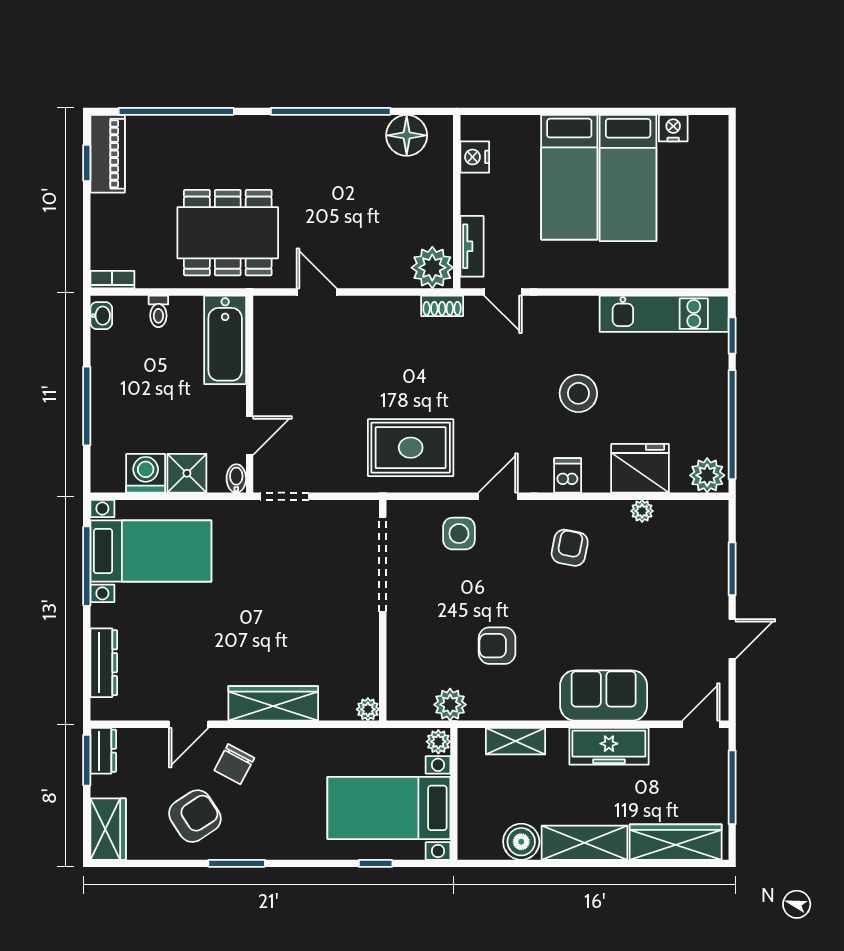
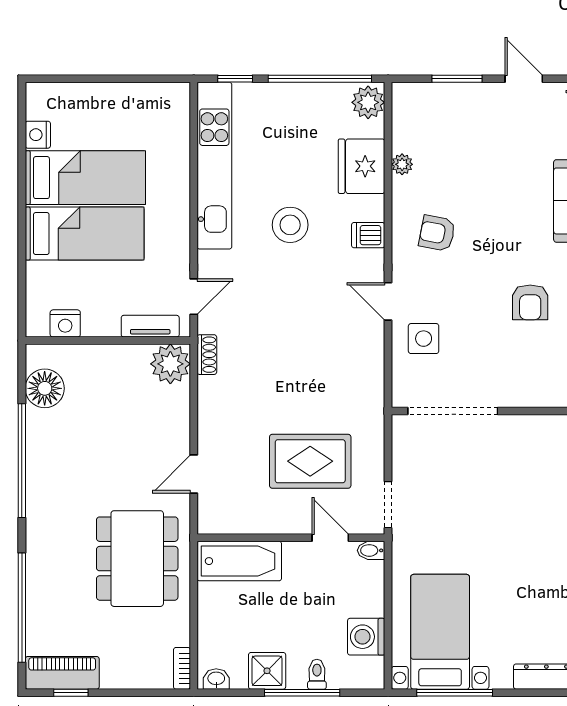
toilet: (158, 311) -> (317, 674), moved, turned -90
kitchen unit: (664, 314) -> (214, 166), width x1.36
rug: (411, 448) -> (310, 461), moved, turned 90
shower: (187, 473) -> (267, 671), moved

